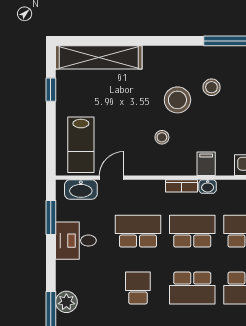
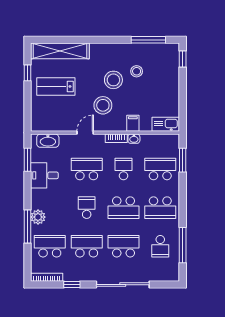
stool: (162, 137) -> (103, 105), width x1.89, depth x1.89
lab bench: (81, 145) -> (56, 86), moved, turned 90
door: (112, 178) -> (85, 133), moved
school desk: (192, 231) -> (123, 169), width x0.54

